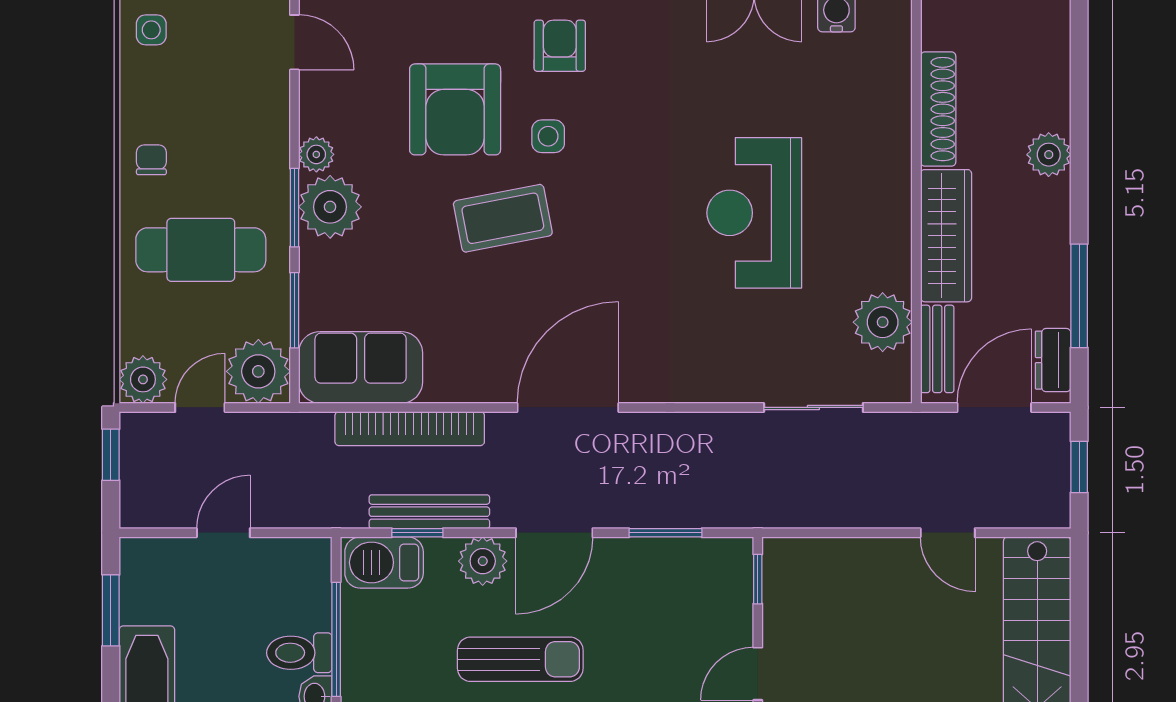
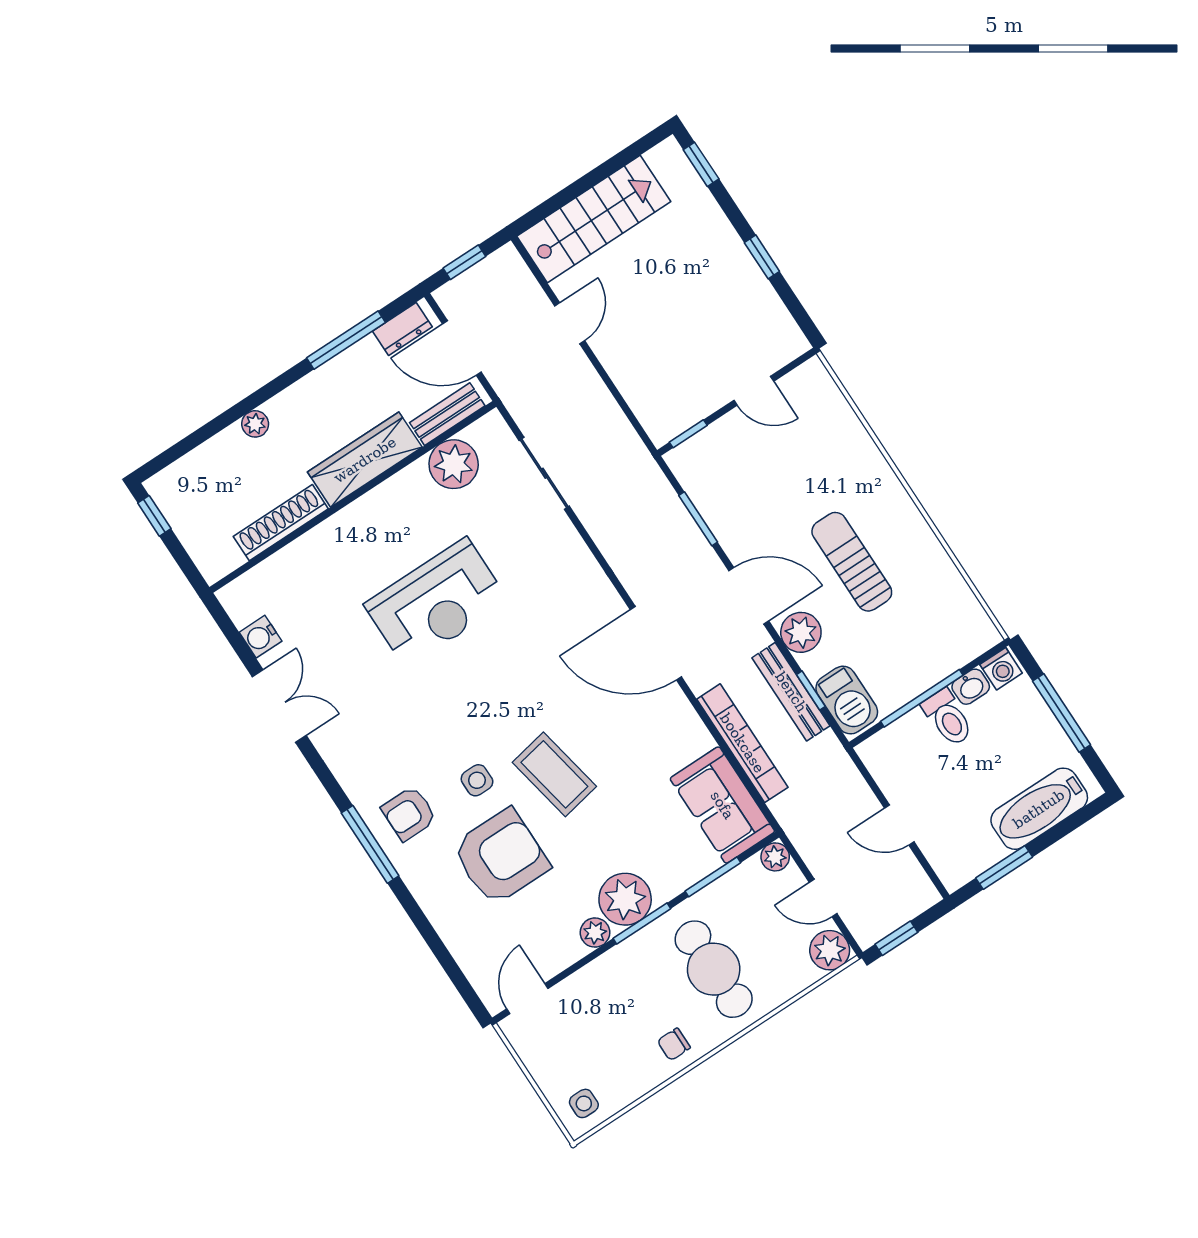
plant: (1049, 155) -> (255, 424), width x0.73, depth x0.73
plant: (258, 371) -> (775, 857), width x0.53, depth x0.53

